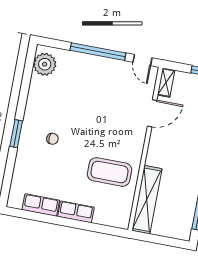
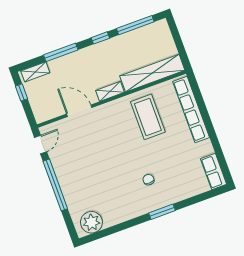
shelving: (166, 83) -> (110, 91), moved
row of seats: (41, 205) -> (214, 171), moved
row of seats: (76, 212) -> (191, 109), width x2.02

